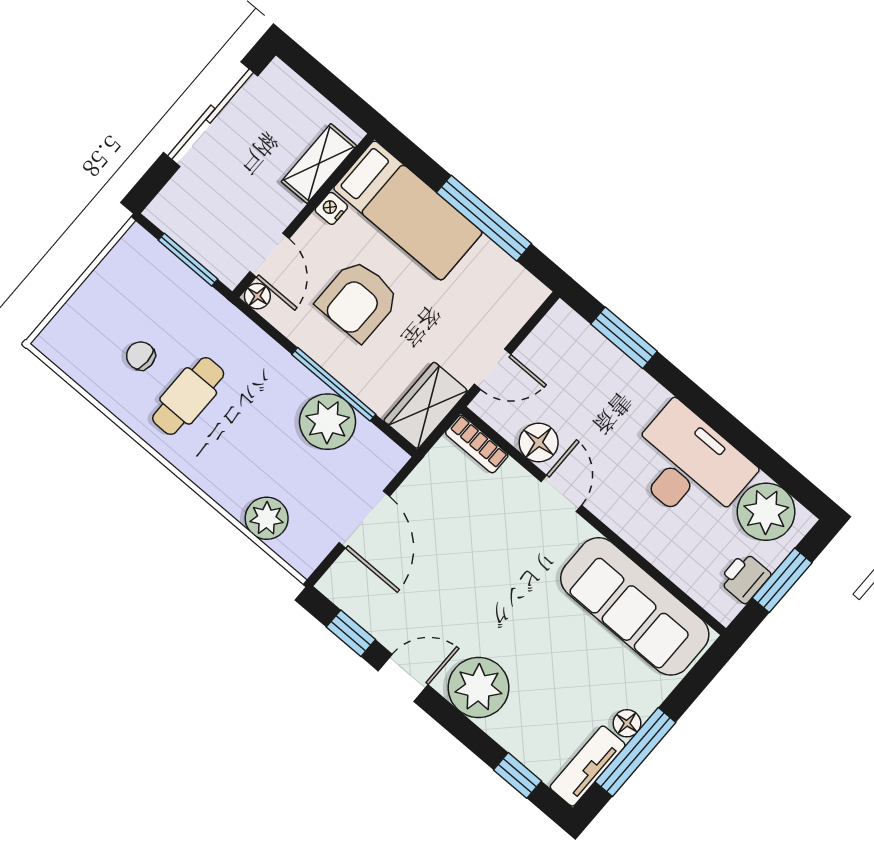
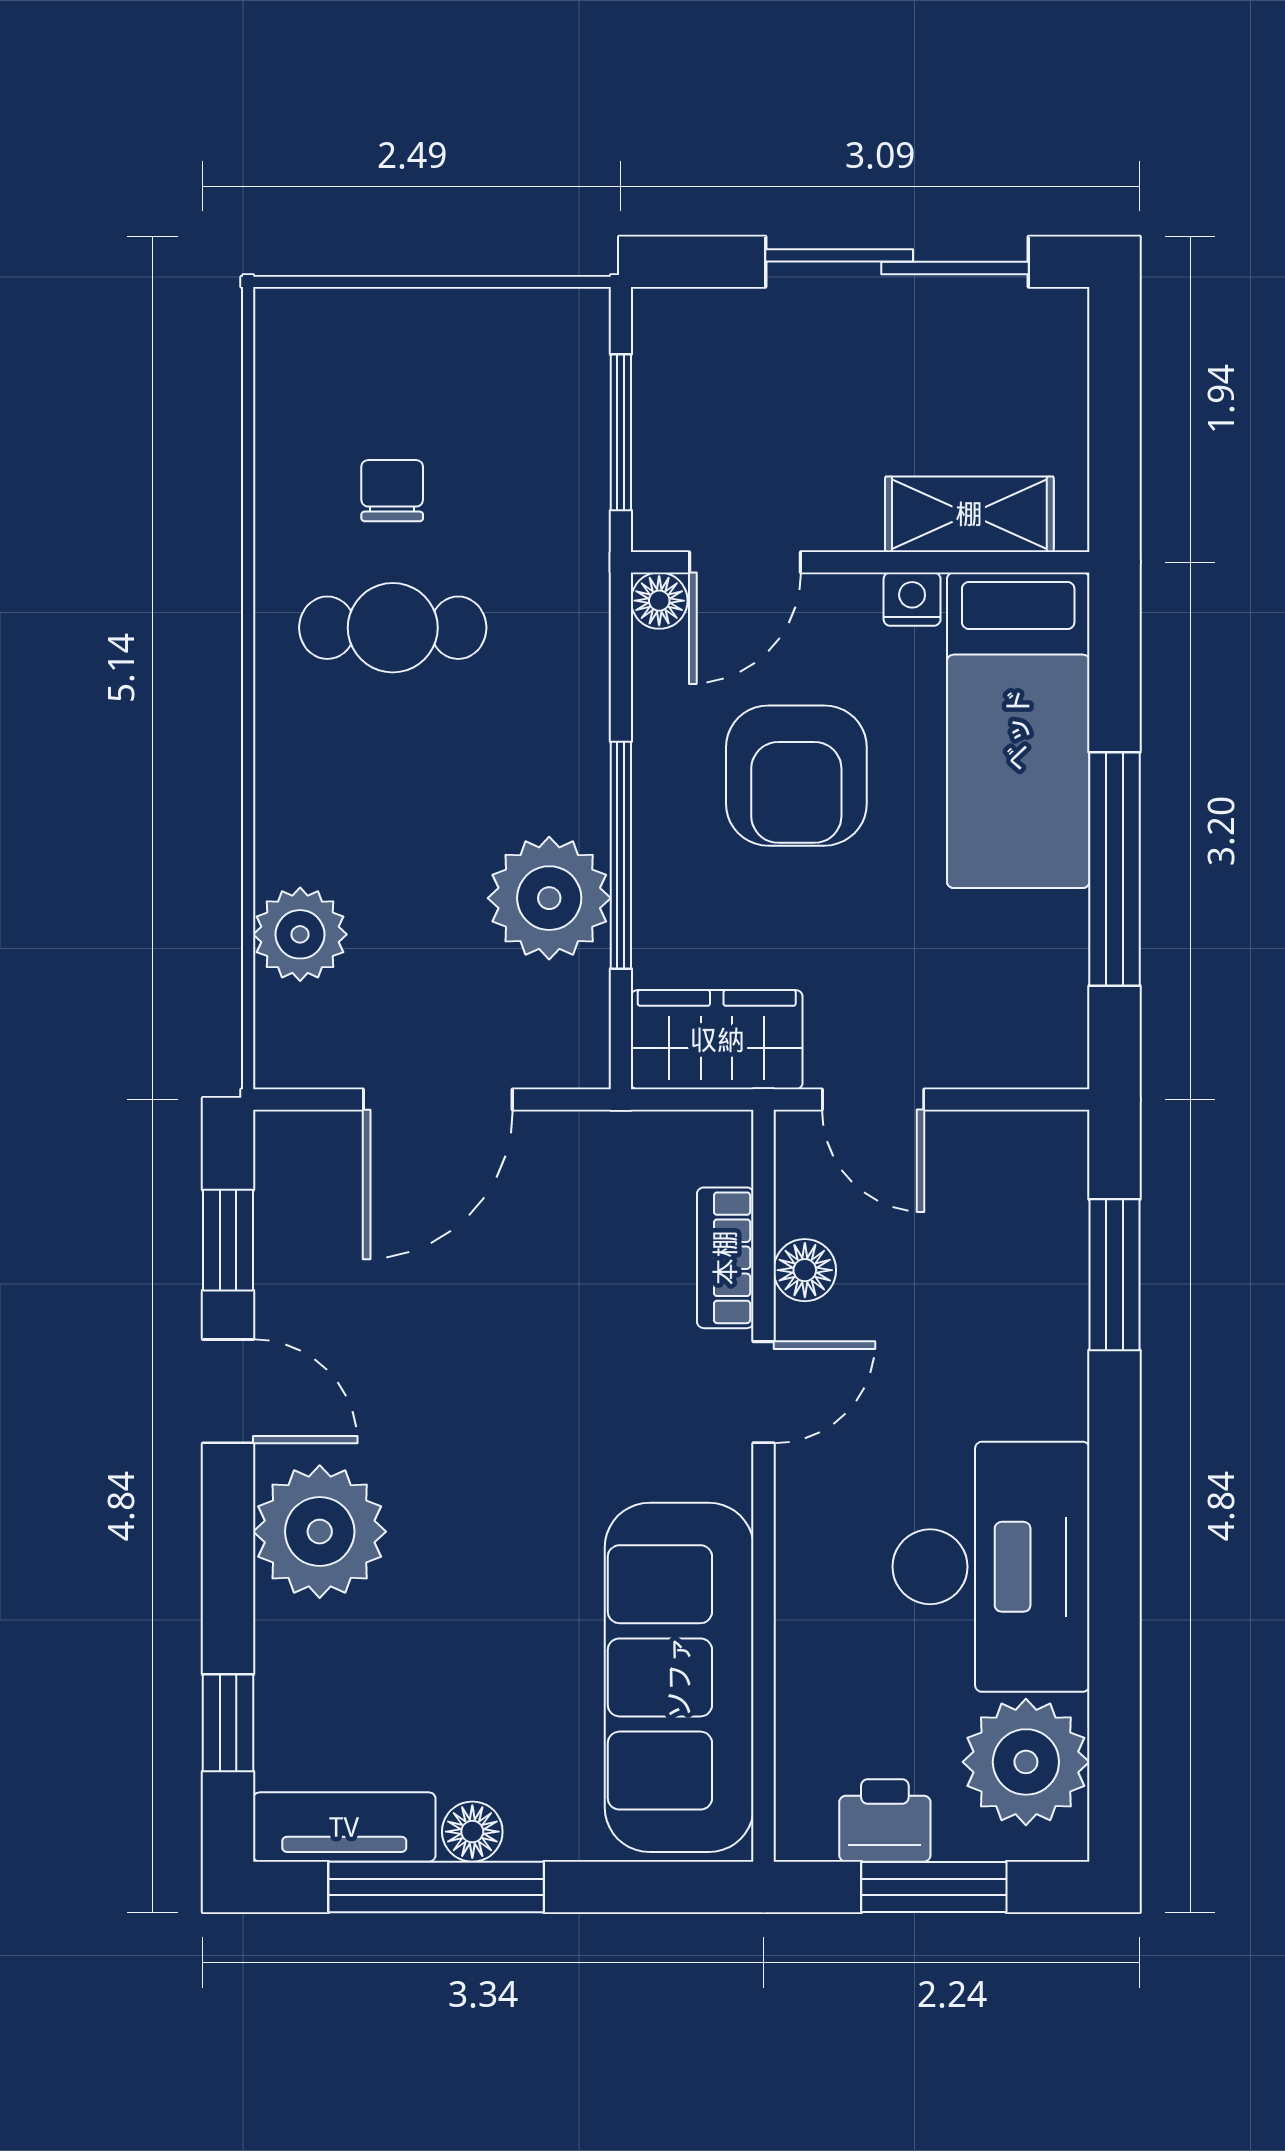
armchair: (358, 300) -> (796, 776), turned -90
floor lamp: (539, 443) -> (805, 1270), width x0.73, depth x0.73
bookcase: (477, 444) -> (725, 1258), moved

